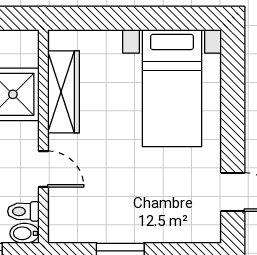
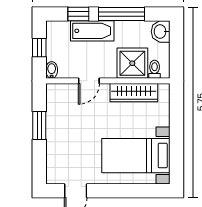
toilet: (23, 211) -> (155, 69), moved

